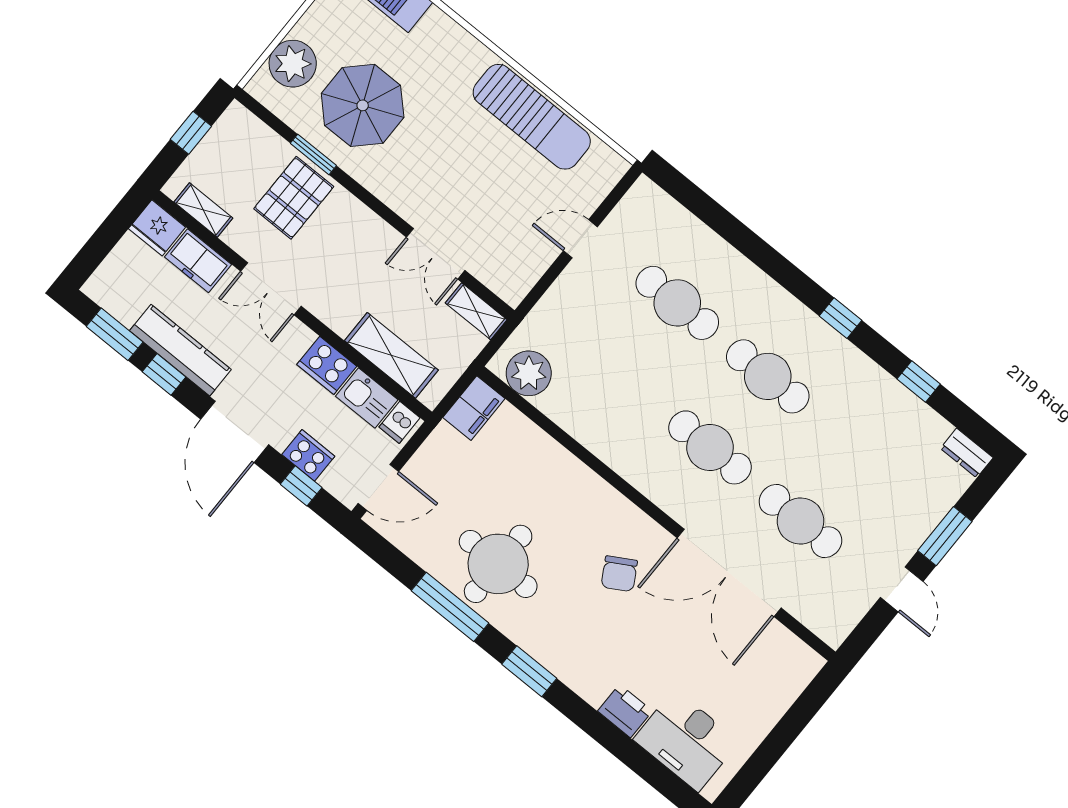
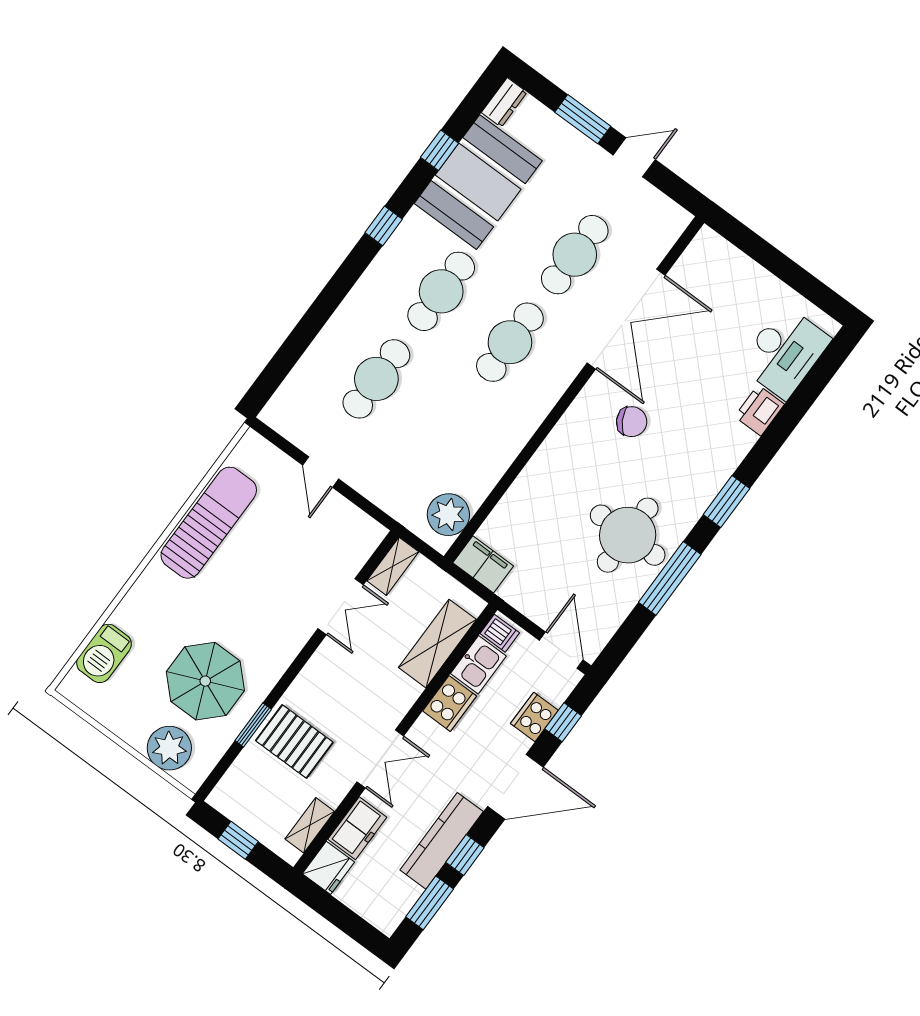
booth: (883, 421) -> (478, 182), added

